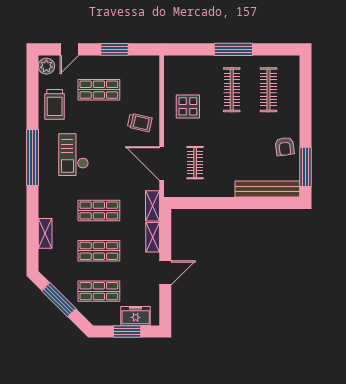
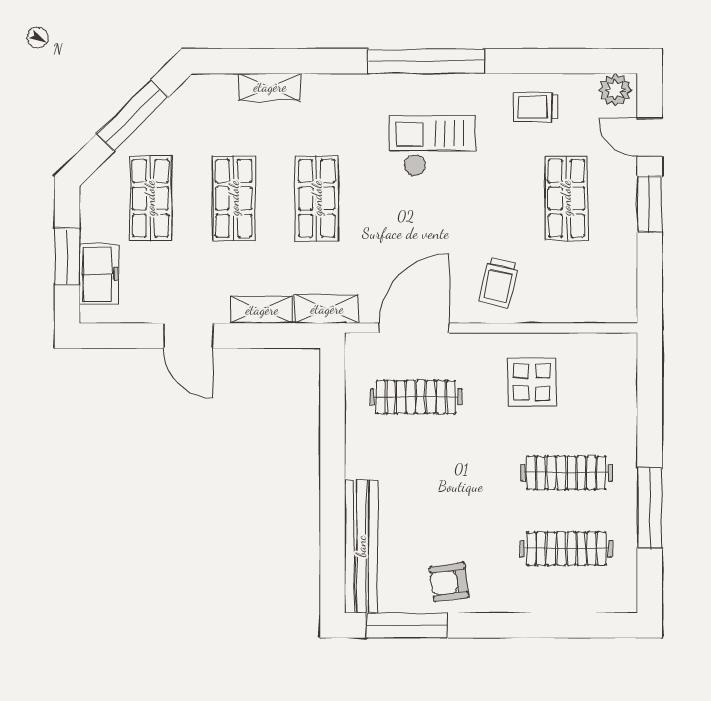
window: (115, 49) -> (650, 204), moved
window: (233, 49) -> (650, 508), moved
trolley: (55, 104) -> (536, 107), width x0.73, depth x0.72
clothes rail: (195, 163) -> (416, 397), width x1.36

